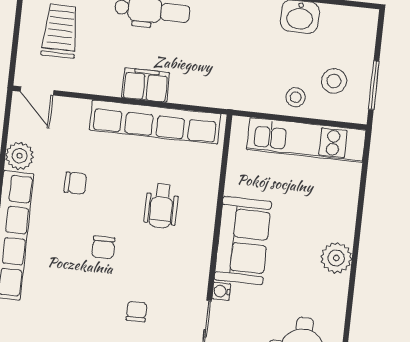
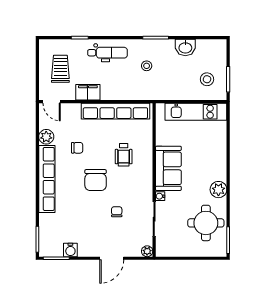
filing cabinet: (146, 85) -> (88, 92), moved
stool: (296, 97) -> (147, 66), moved
chair: (103, 247) -> (96, 180), width x1.87, depth x1.87
plant: (336, 258) -> (218, 190), moved

